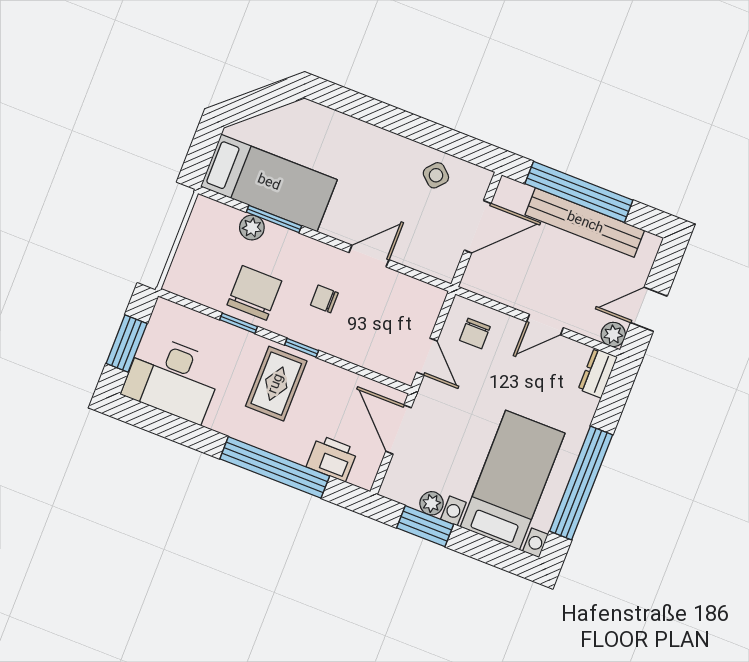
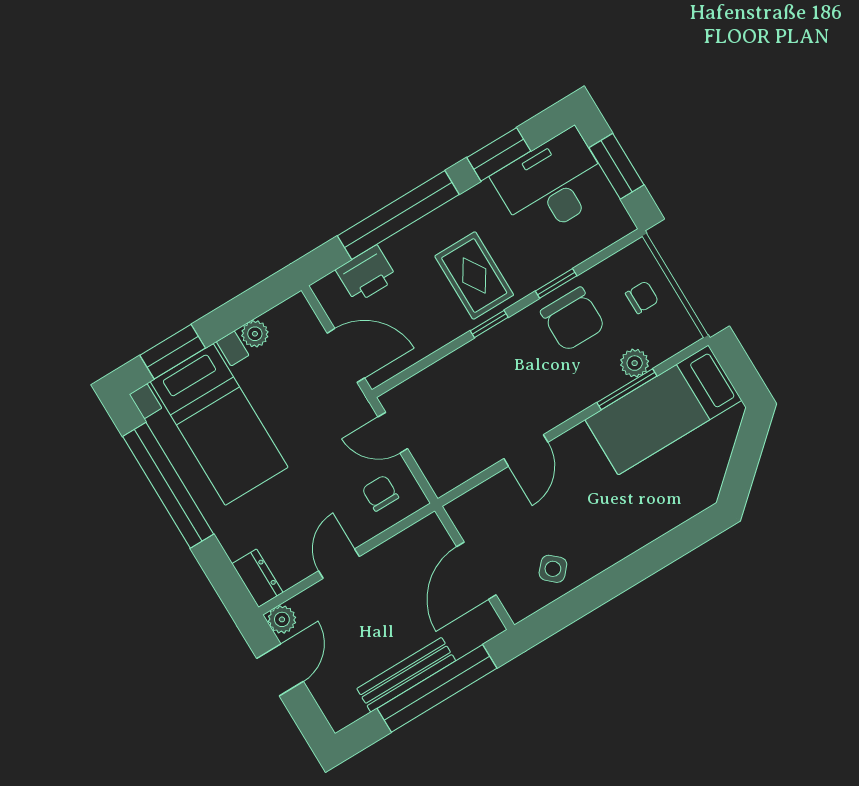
bench: (585, 223) -> (406, 675), width x0.73, depth x0.82
chair: (324, 299) -> (642, 297), moved
window: (180, 431) -> (499, 154), added
window: (425, 526) -> (173, 352), moved

